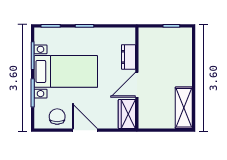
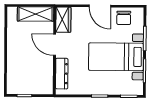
dresser: (128, 57) -> (62, 74), width x1.44
door: (137, 85) -> (55, 45), swing flipped
shelving: (184, 108) -> (35, 14), moved, turned 90

